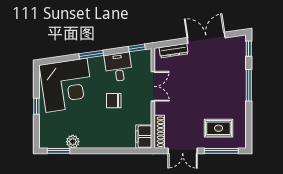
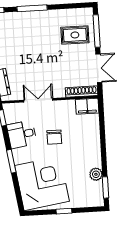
rug: (219, 128) -> (75, 35), turned 90

